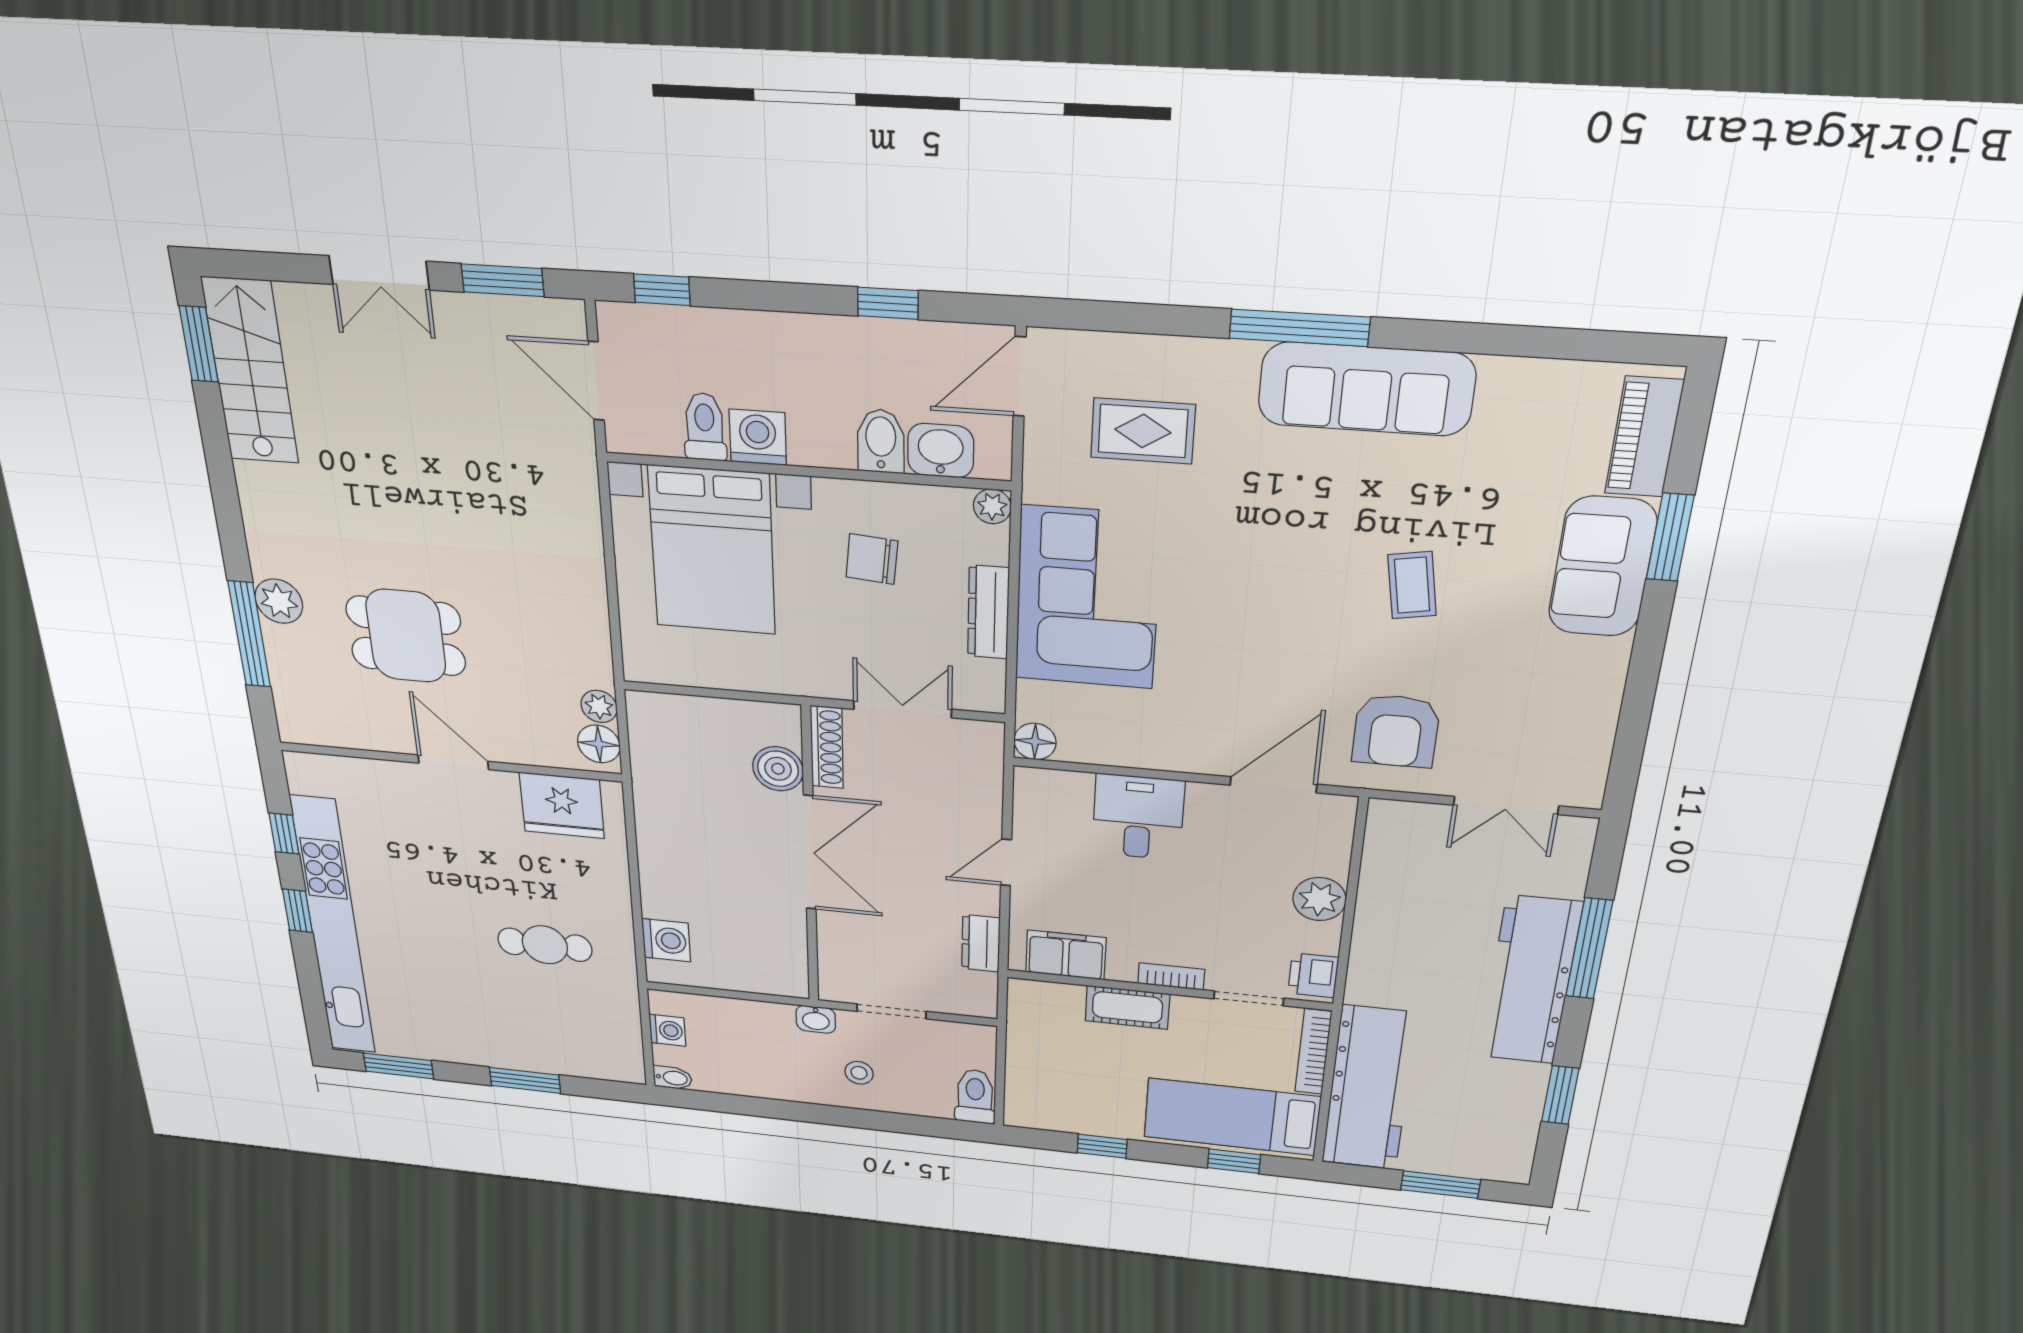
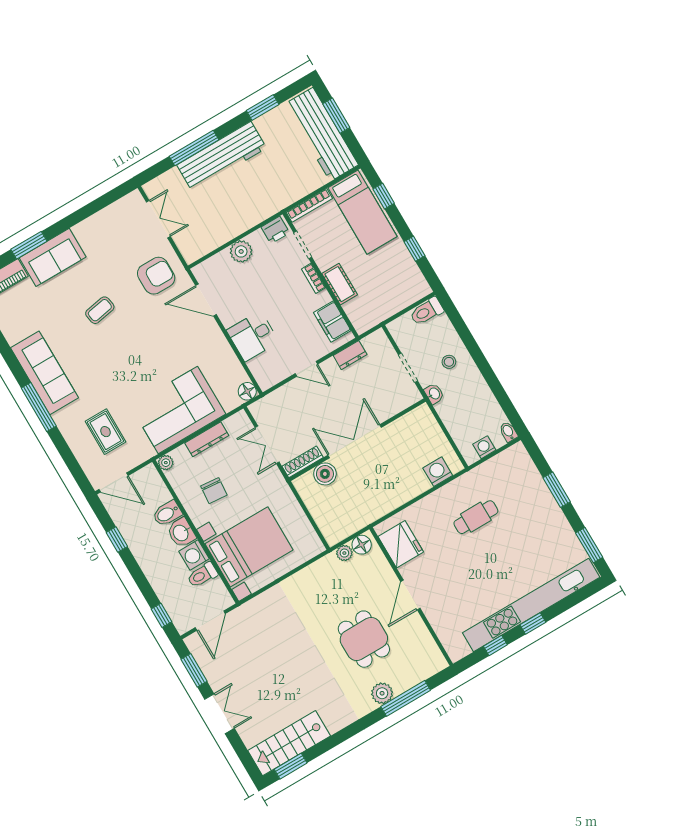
washbasin: (941, 451) -> (181, 533), moved
cafe table: (545, 945) -> (476, 517), turned 90
workbench: (1369, 1088) -> (322, 134), moved, turned -90

